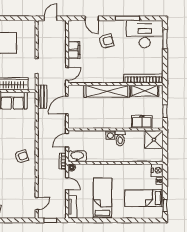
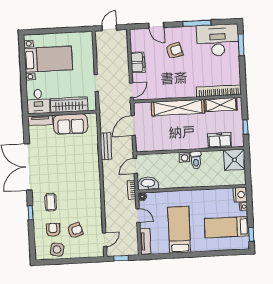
bench: (42, 97) -> (106, 146), moved
armchair: (21, 156) -> (75, 230), moved

